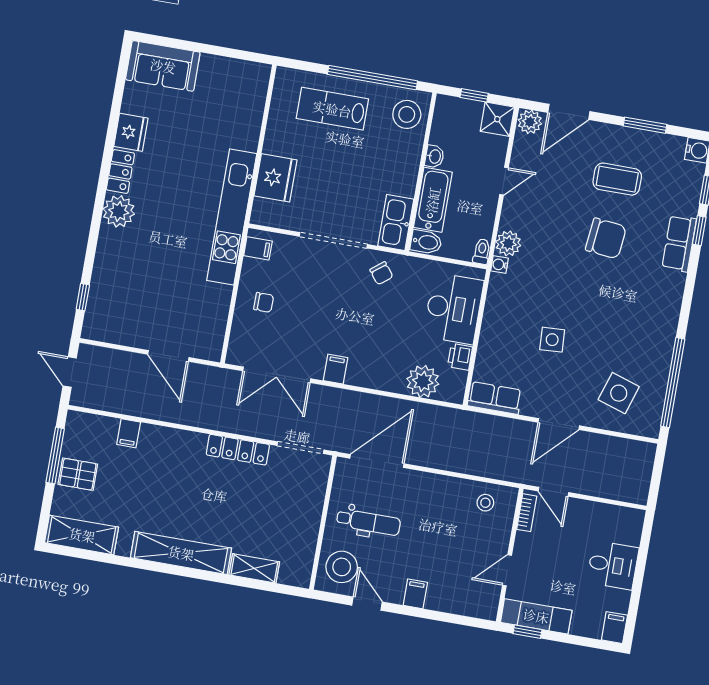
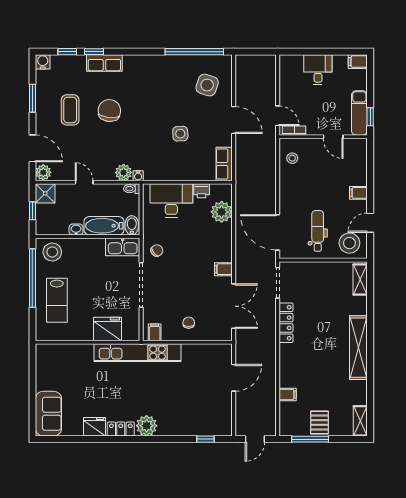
door: (553, 492) -> (278, 116), hinge flipped
shelving: (82, 535) -> (360, 421), width x0.67, depth x0.75
shelving: (254, 568) -> (360, 279), moved

